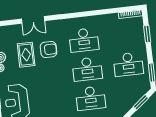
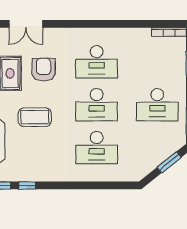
armchair: (49, 49) -> (44, 70), turned -90
coffee table: (46, 82) -> (35, 117), added

